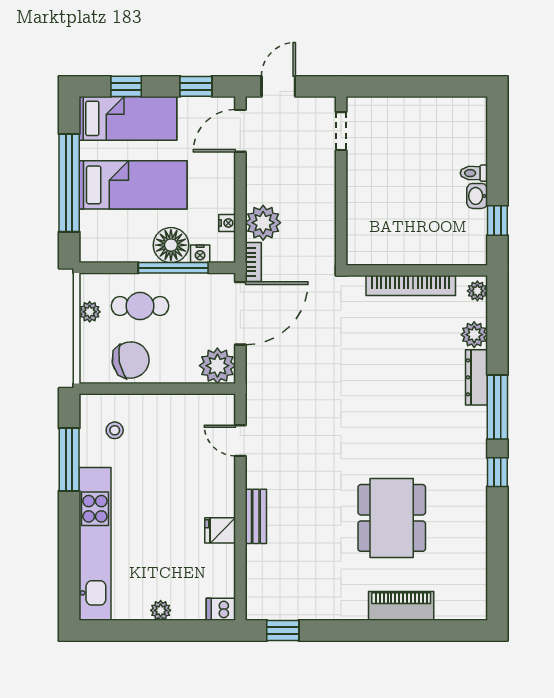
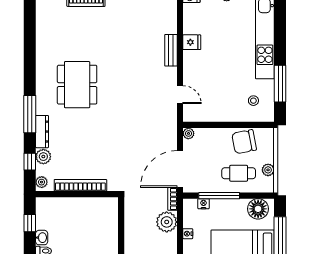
nightstand: (227, 223) -> (188, 234), moved
floor lamp: (171, 245) -> (258, 209), moved
plant: (217, 366) -> (188, 133), width x0.53, depth x0.53
window: (497, 472) -> (30, 162), moved
dining table: (392, 518) -> (77, 85), moved

